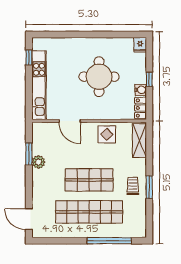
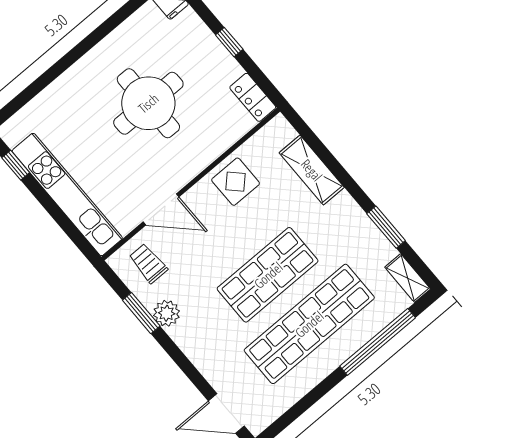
water cooler: (141, 90) -> (230, 69), removed
shelving: (139, 141) -> (312, 170), moved
trolley: (133, 186) -> (148, 263), moved
window: (149, 187) -> (386, 227), moved
shelving: (141, 226) -> (408, 278), added

